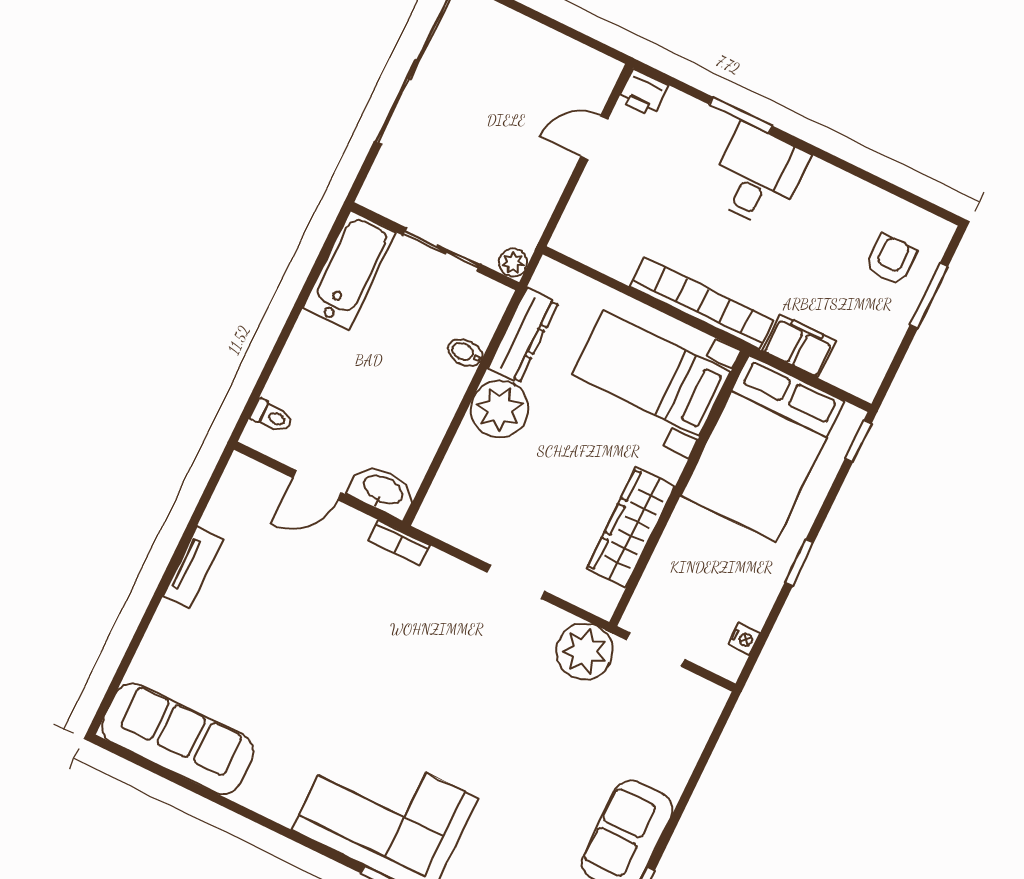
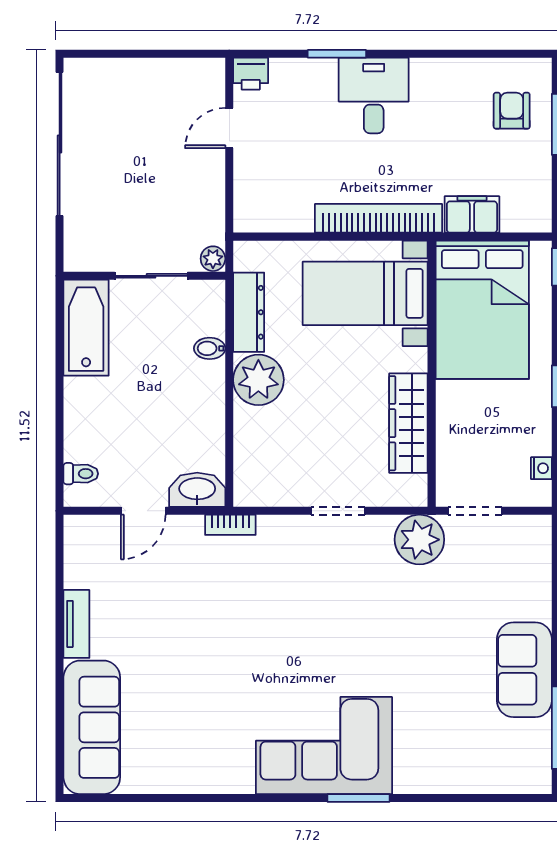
sofa: (178, 739) -> (92, 727), moved, turned 90

